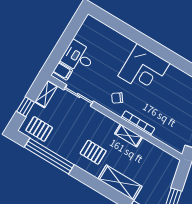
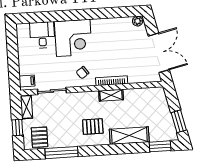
desk: (78, 57) -> (42, 35), moved, turned 90
corner desk: (144, 70) -> (73, 38), moved
pallet: (39, 129) -> (40, 137), turned 90
window: (49, 156) -> (61, 153), width x0.68

